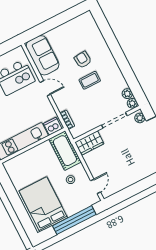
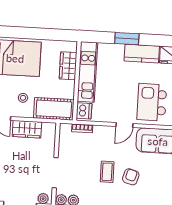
armchair: (83, 60) -> (131, 177), turned -69
wardrobe: (89, 143) -> (27, 129), moved, turned -90
wardrobe: (25, 159) -> (68, 66), added

